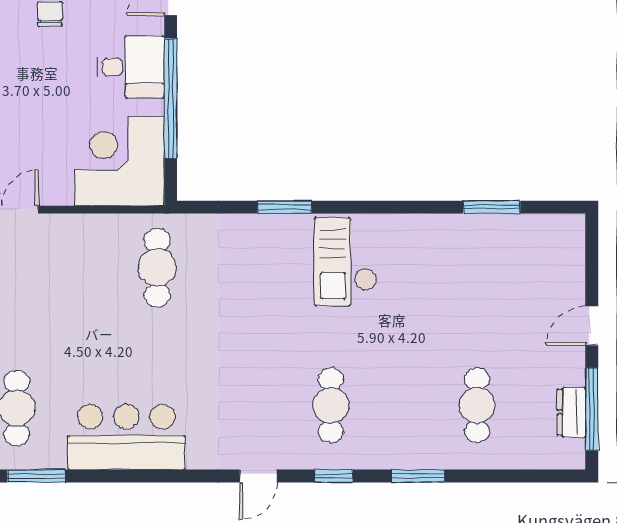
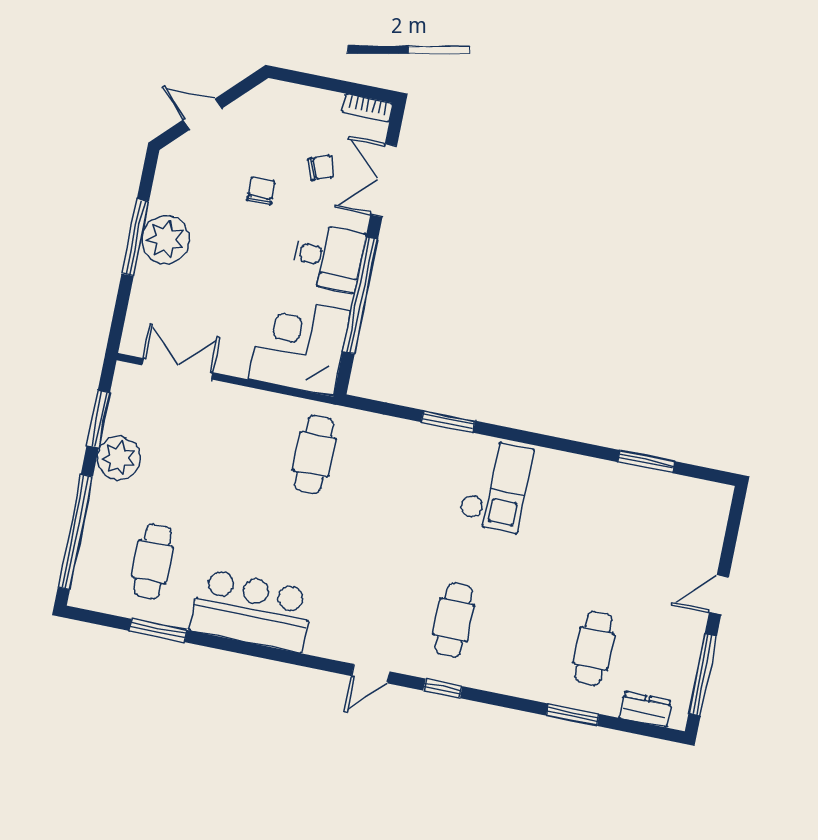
checkout: (346, 262) -> (496, 485), turned 180
dresser: (571, 412) -> (646, 709), moved, turned 90
window: (418, 476) -> (573, 715), moved

